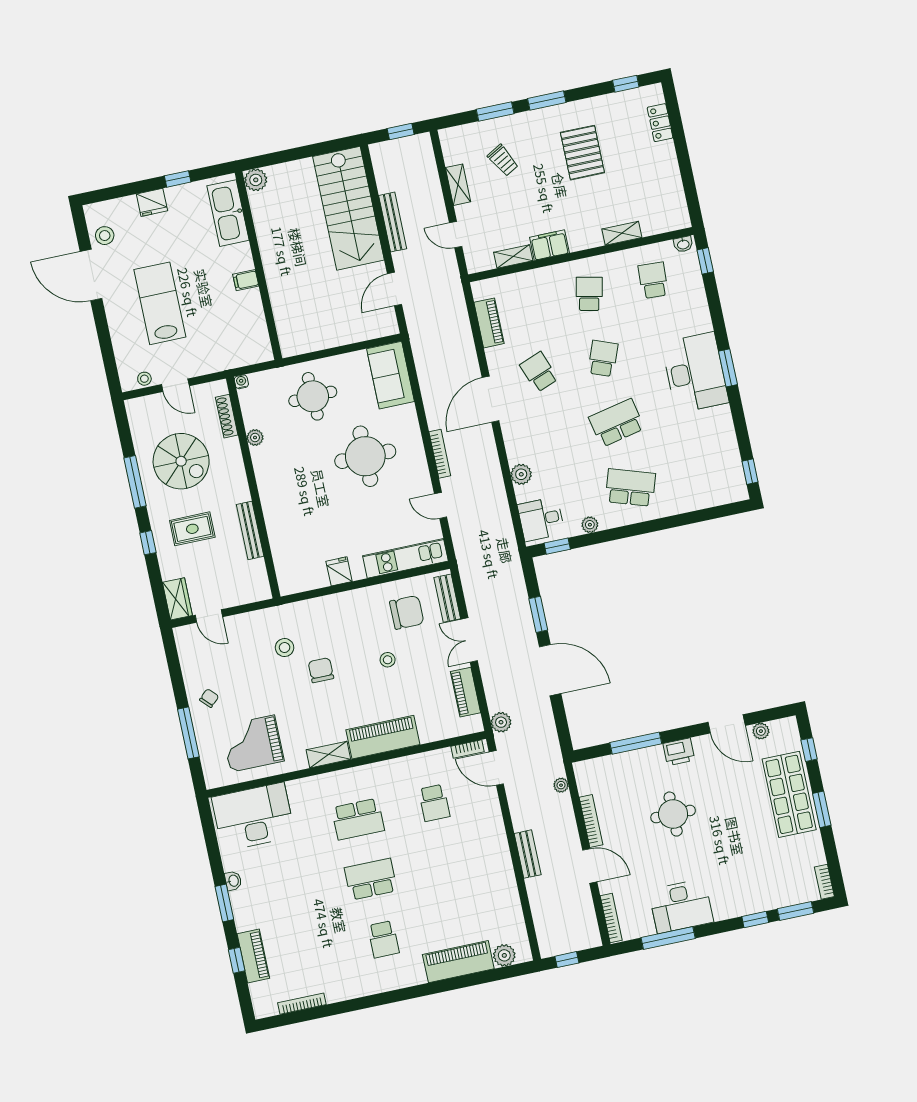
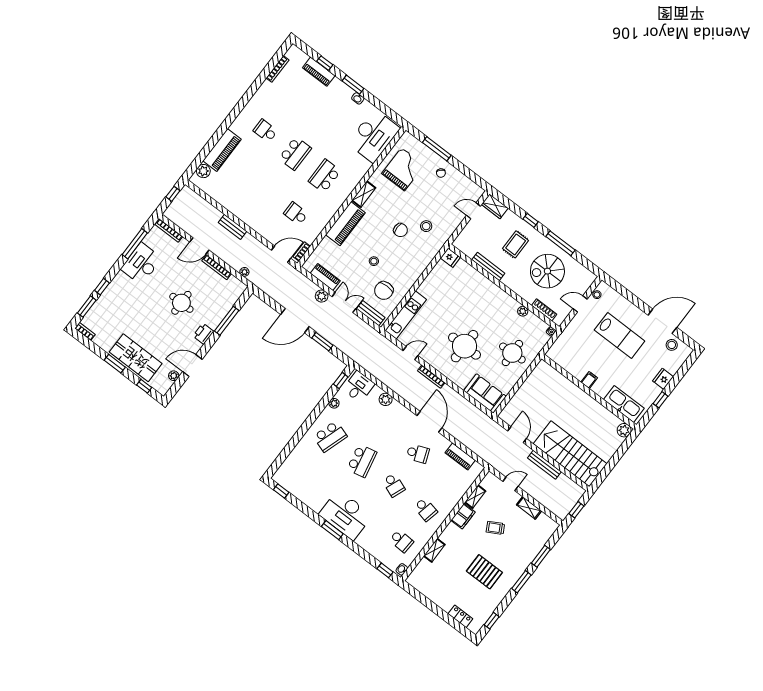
trolley: (503, 160) -> (495, 528), moved
fridge: (339, 571) -> (450, 258), moved
plant: (501, 722) -> (322, 296), moved

